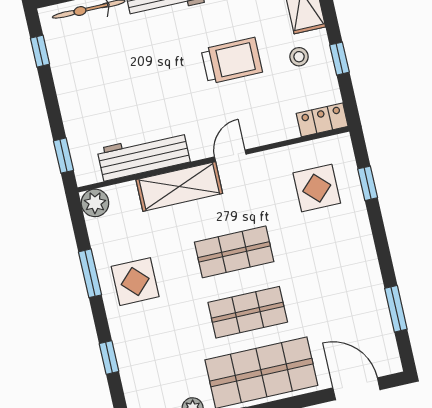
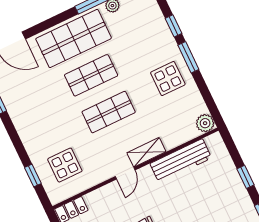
window: (63, 156) -> (246, 177), moved
shelving: (179, 187) -> (146, 152), width x0.67, depth x0.75
window: (90, 273) -> (188, 57), moved

